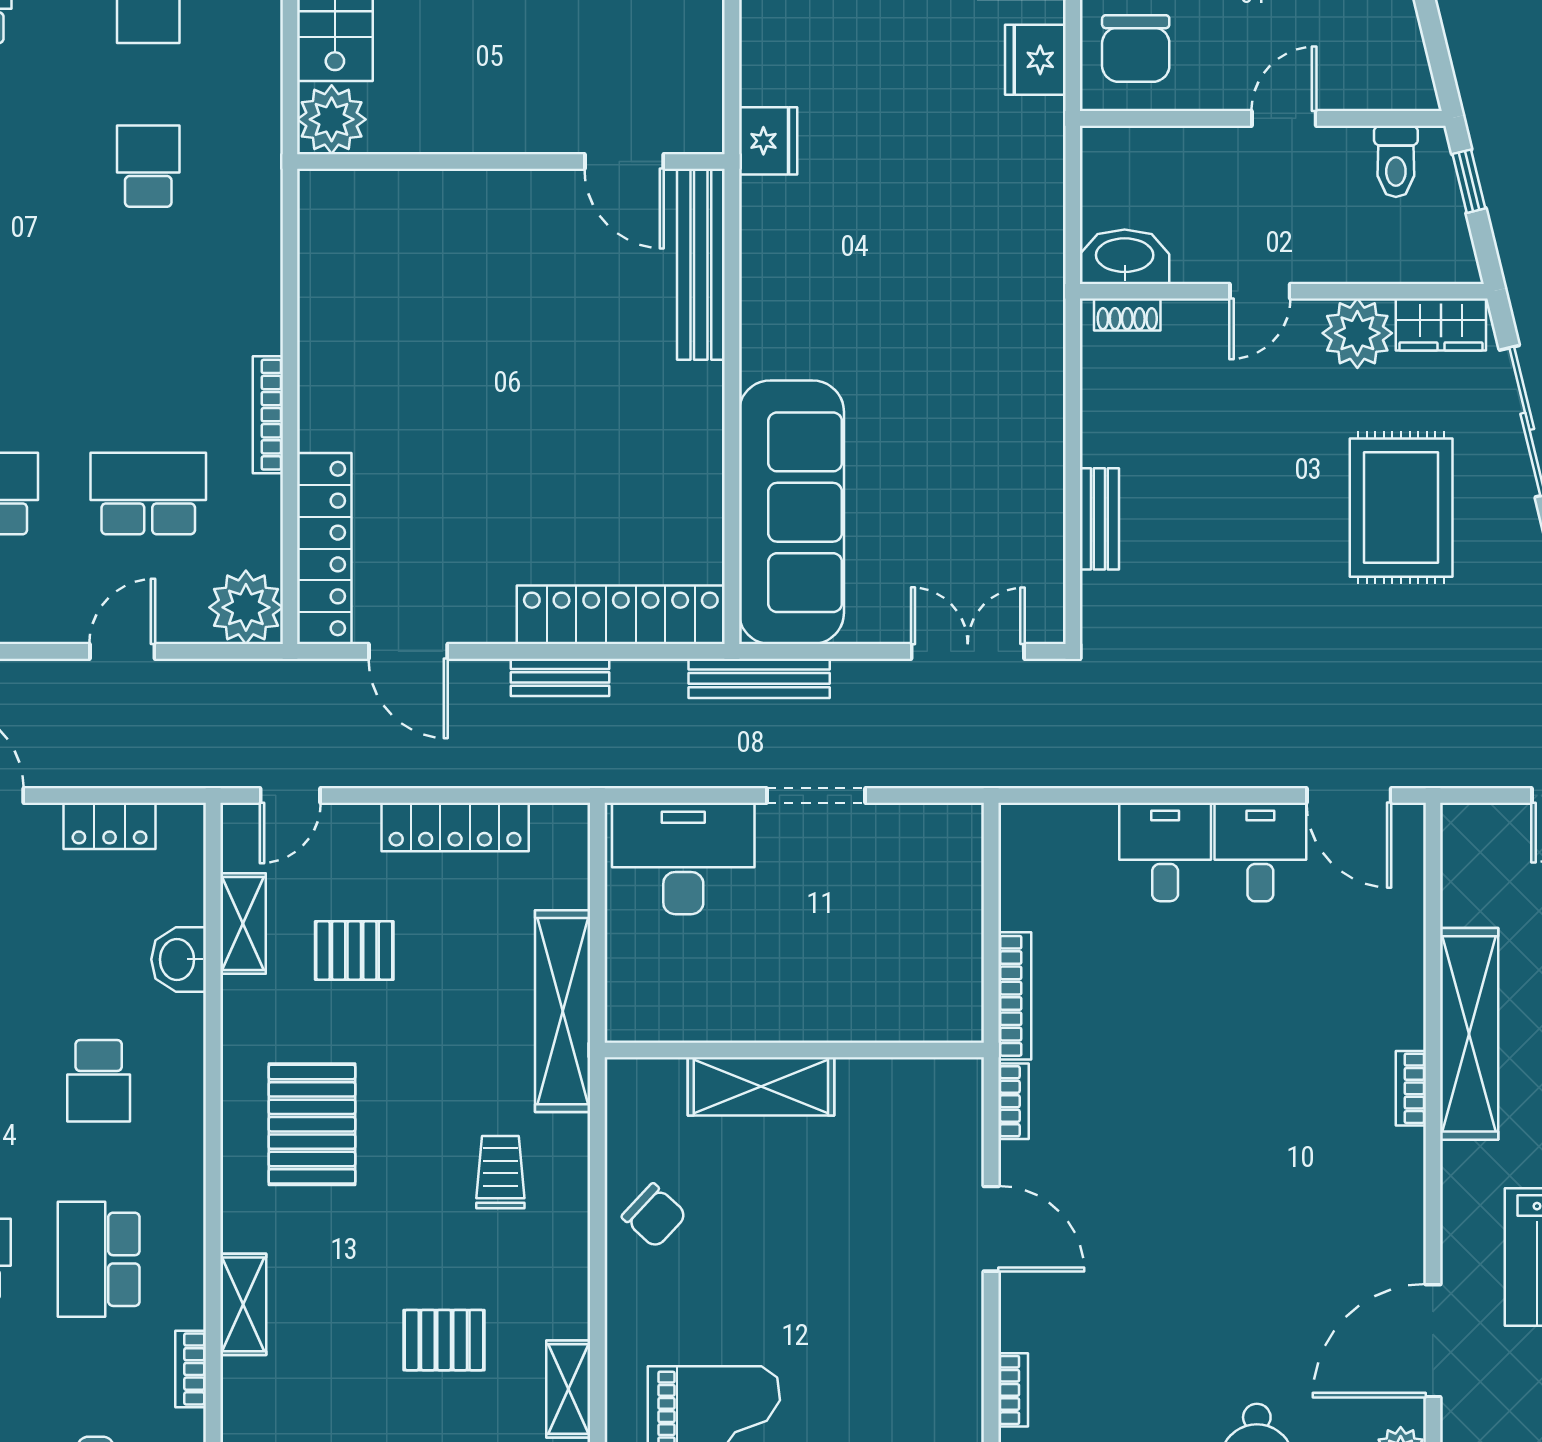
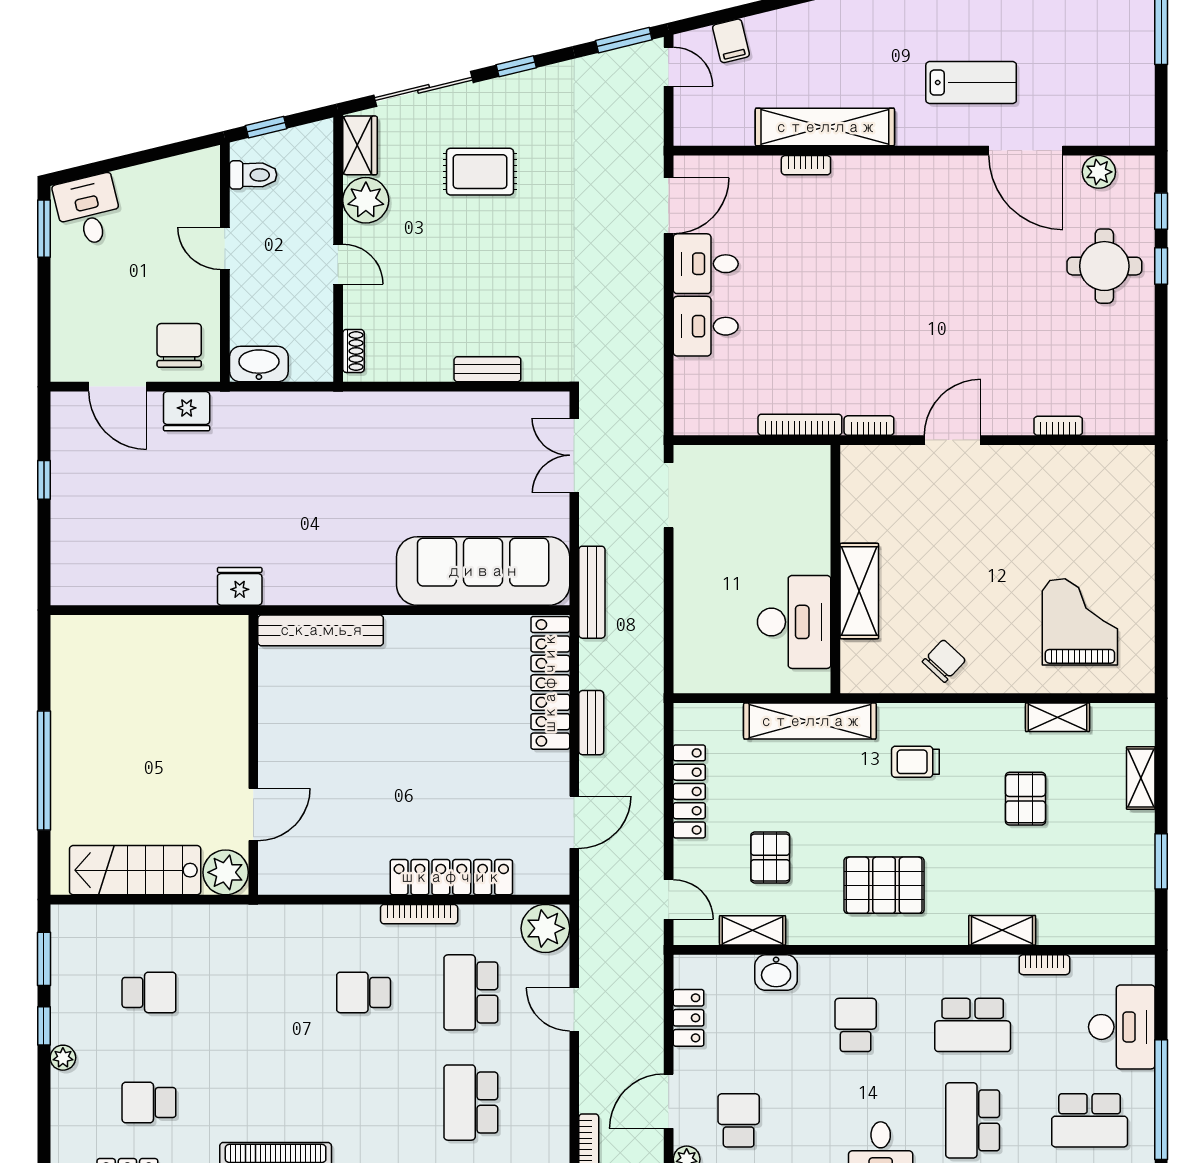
chair: (1136, 48) -> (179, 345), turned -90
door: (624, 162) -> (253, 814), moved
school desk: (148, 166) -> (364, 992), moved
washbasin: (1125, 257) -> (259, 364), moved, turned 90
rug: (1401, 508) -> (480, 172), width x0.73, depth x0.70
locker: (324, 549) -> (451, 877), moved
doorway: (816, 795) -> (669, 495), moved
desk: (683, 859) -> (794, 622), moved, turned 180
school desk: (99, 1081) -> (856, 1025), turned -90
bookcase: (1411, 1088) -> (806, 165), moved

